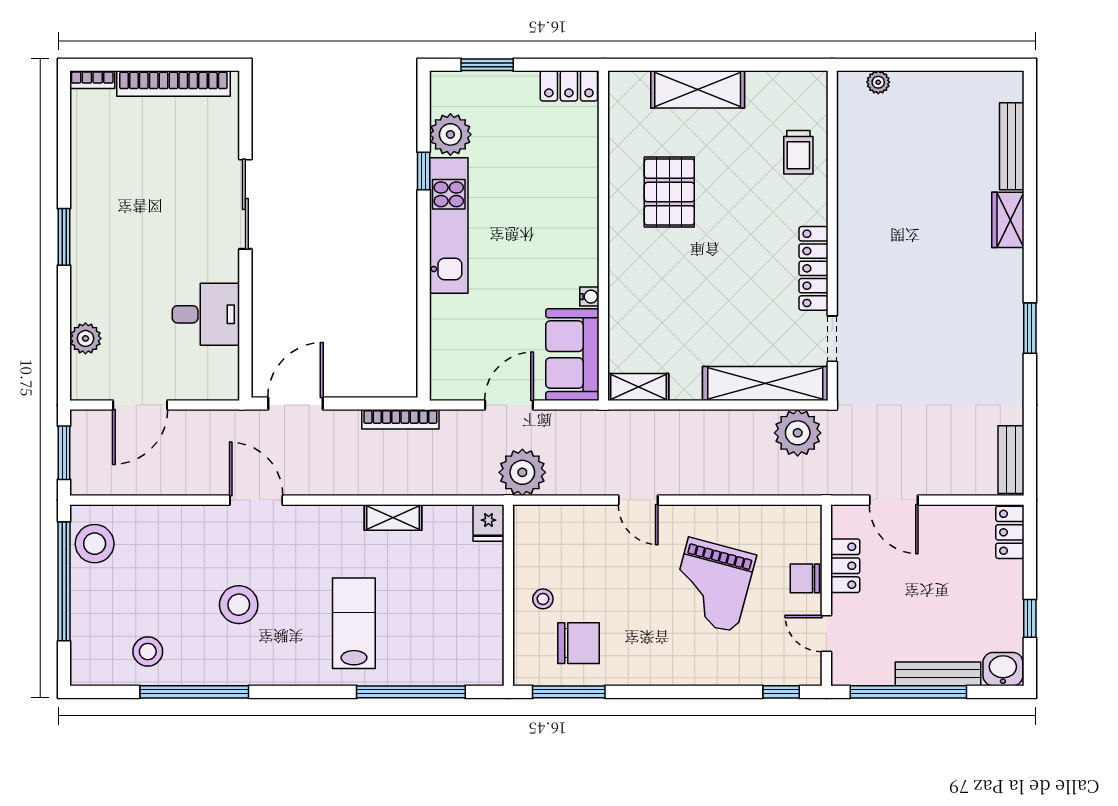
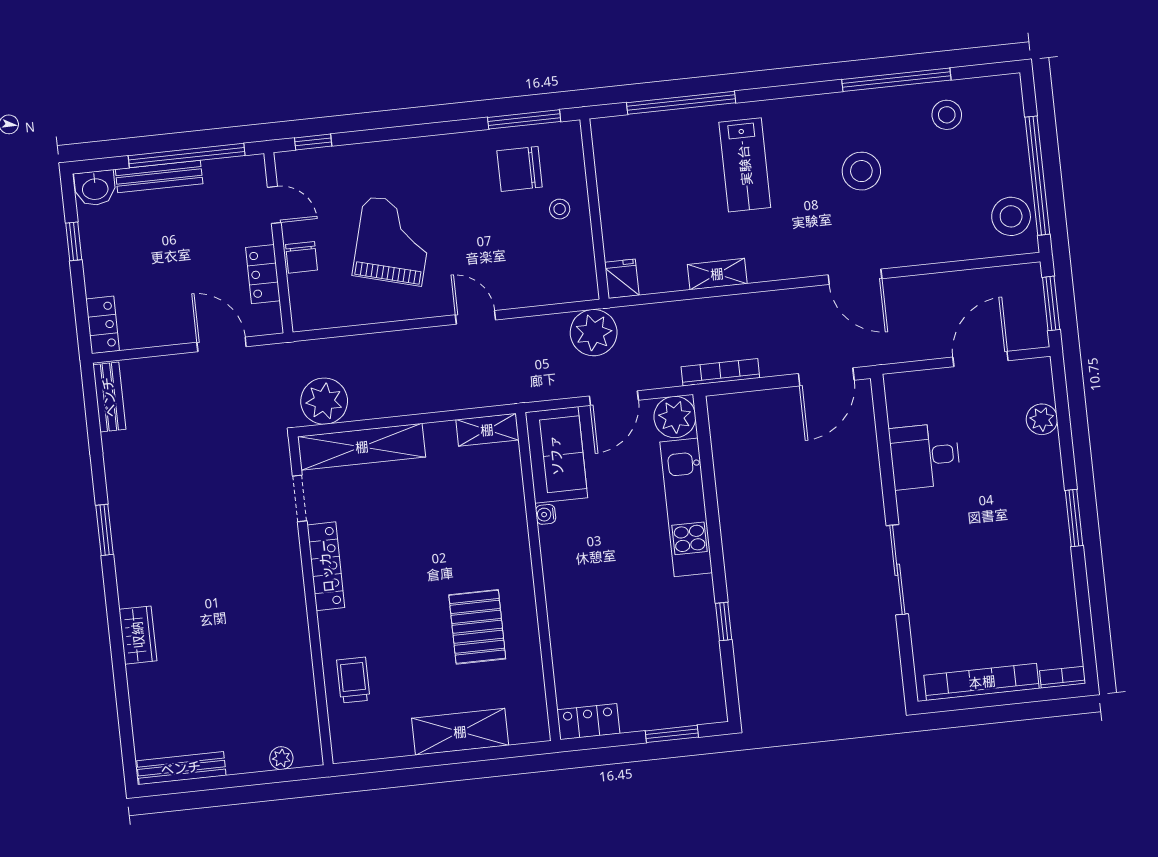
plant: (450, 134) -> (675, 417), moved
bench: (1012, 146) -> (181, 768), moved, turned 90
kitchen unit: (449, 226) -> (686, 507), moved
chair: (805, 578) -> (302, 257), turned 90

